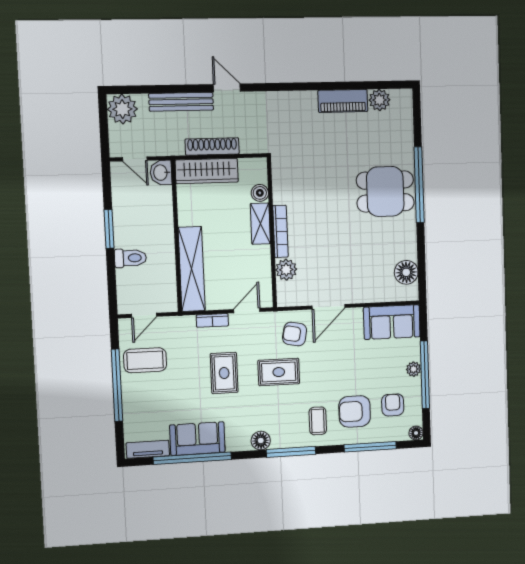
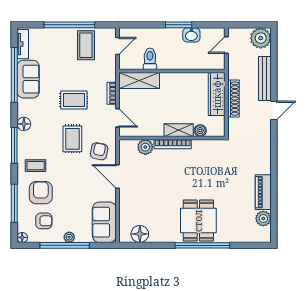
washbasin: (161, 173) -> (191, 35), moved, turned 180
toilet: (130, 258) -> (150, 59), moved, turned 180
shelving: (192, 269) -> (139, 80), width x0.68
door: (144, 315) -> (118, 46), swing flipped

